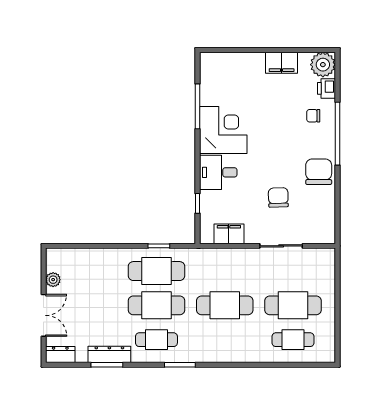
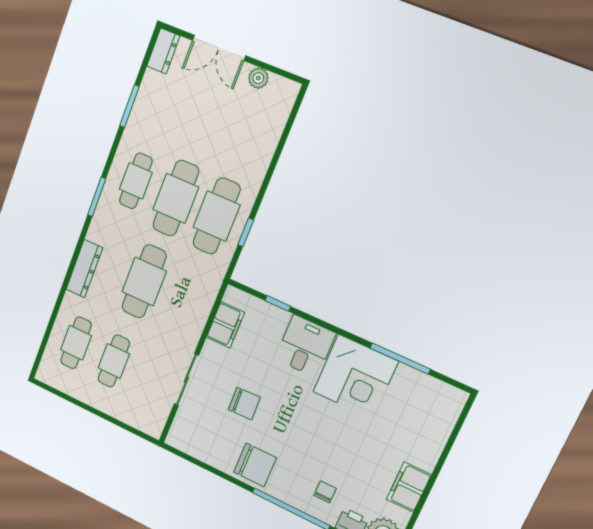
cafe table: (293, 305) -> (114, 361), width x0.73, depth x0.74
dresser: (109, 354) -> (84, 269), moved

